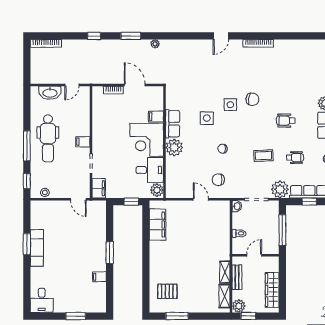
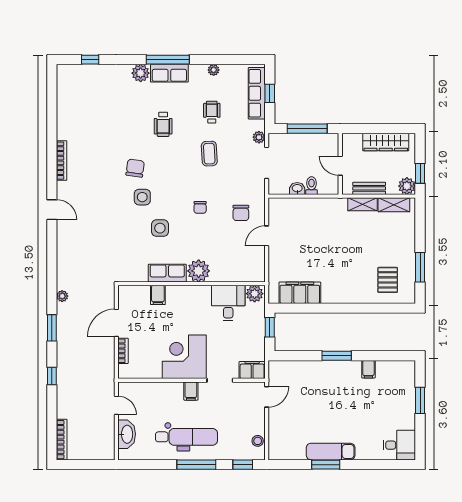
corner desk: (147, 140) -> (184, 357), moved, turned 180
plant: (280, 189) -> (259, 137), width x0.53, depth x0.53
washbasin: (237, 206) -> (297, 189), moved

